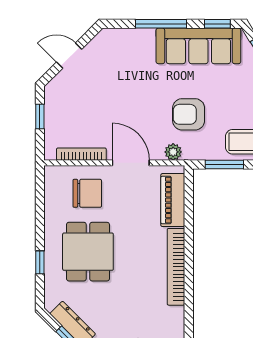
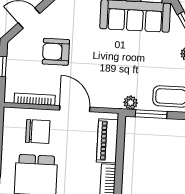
armchair: (189, 114) -> (56, 52), moved
plant: (173, 152) -> (131, 103), moved

